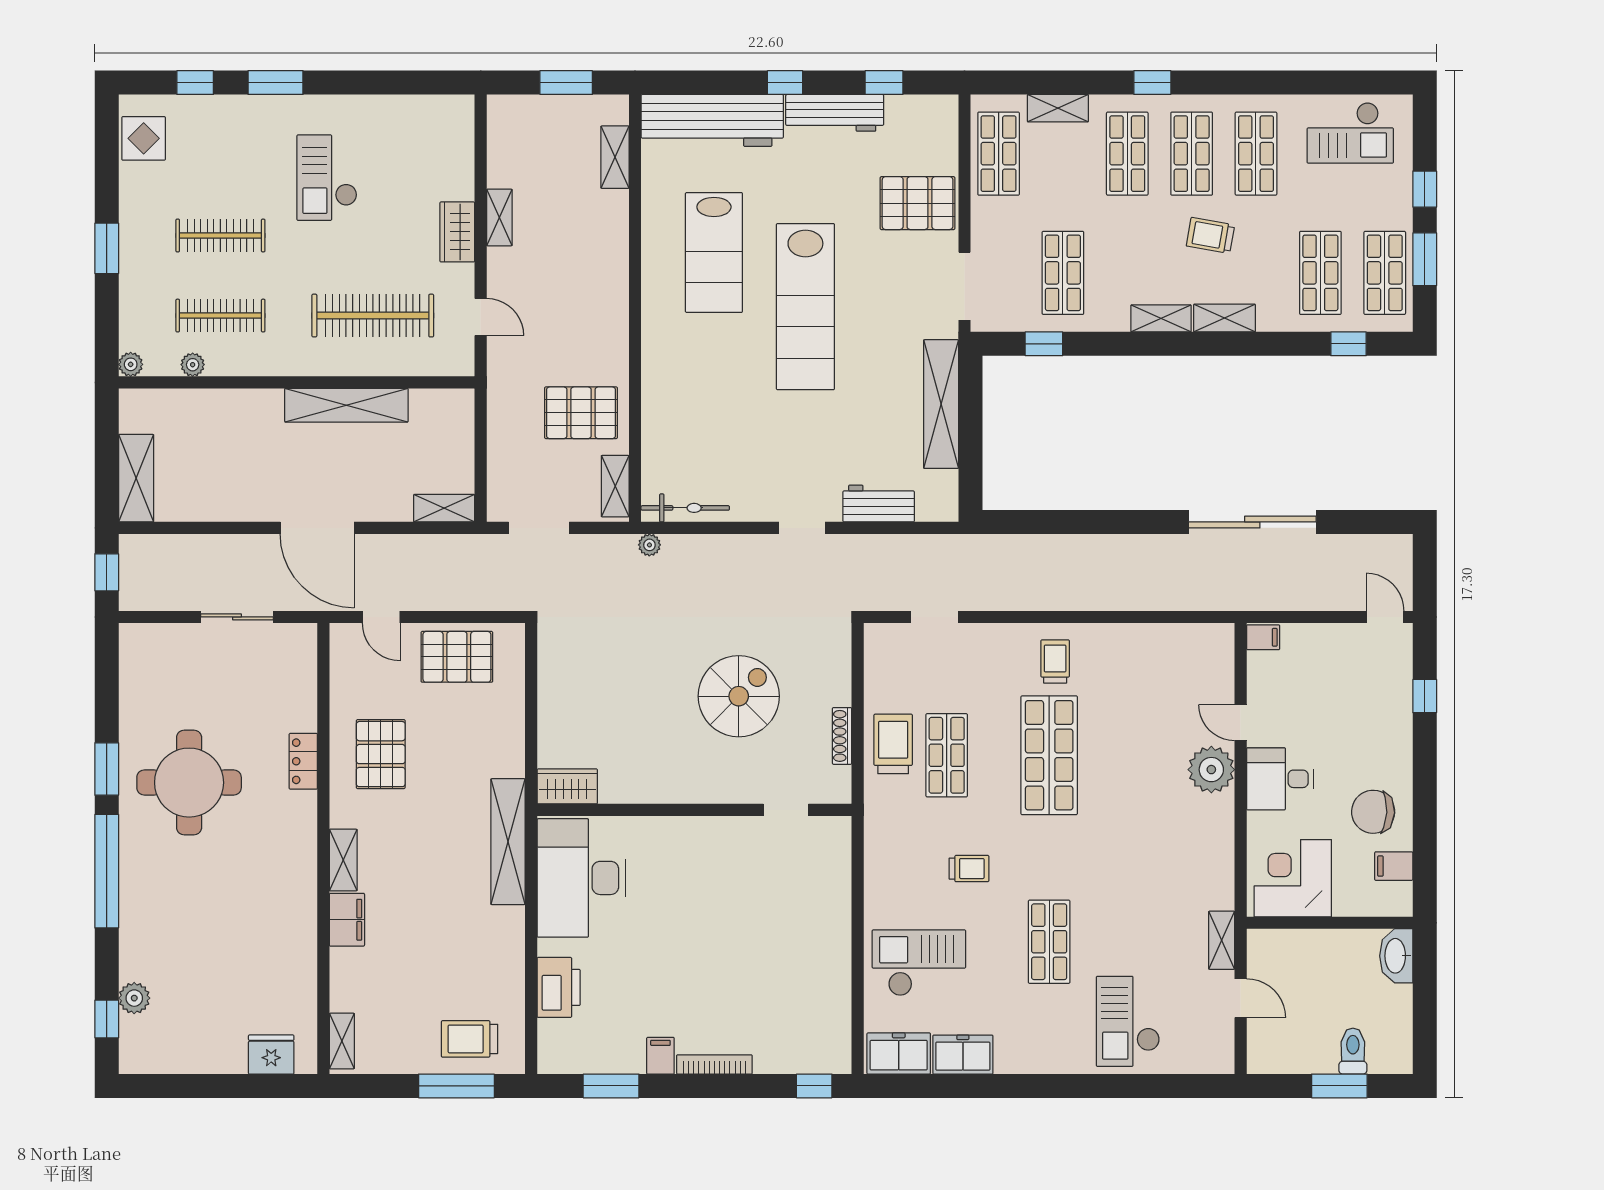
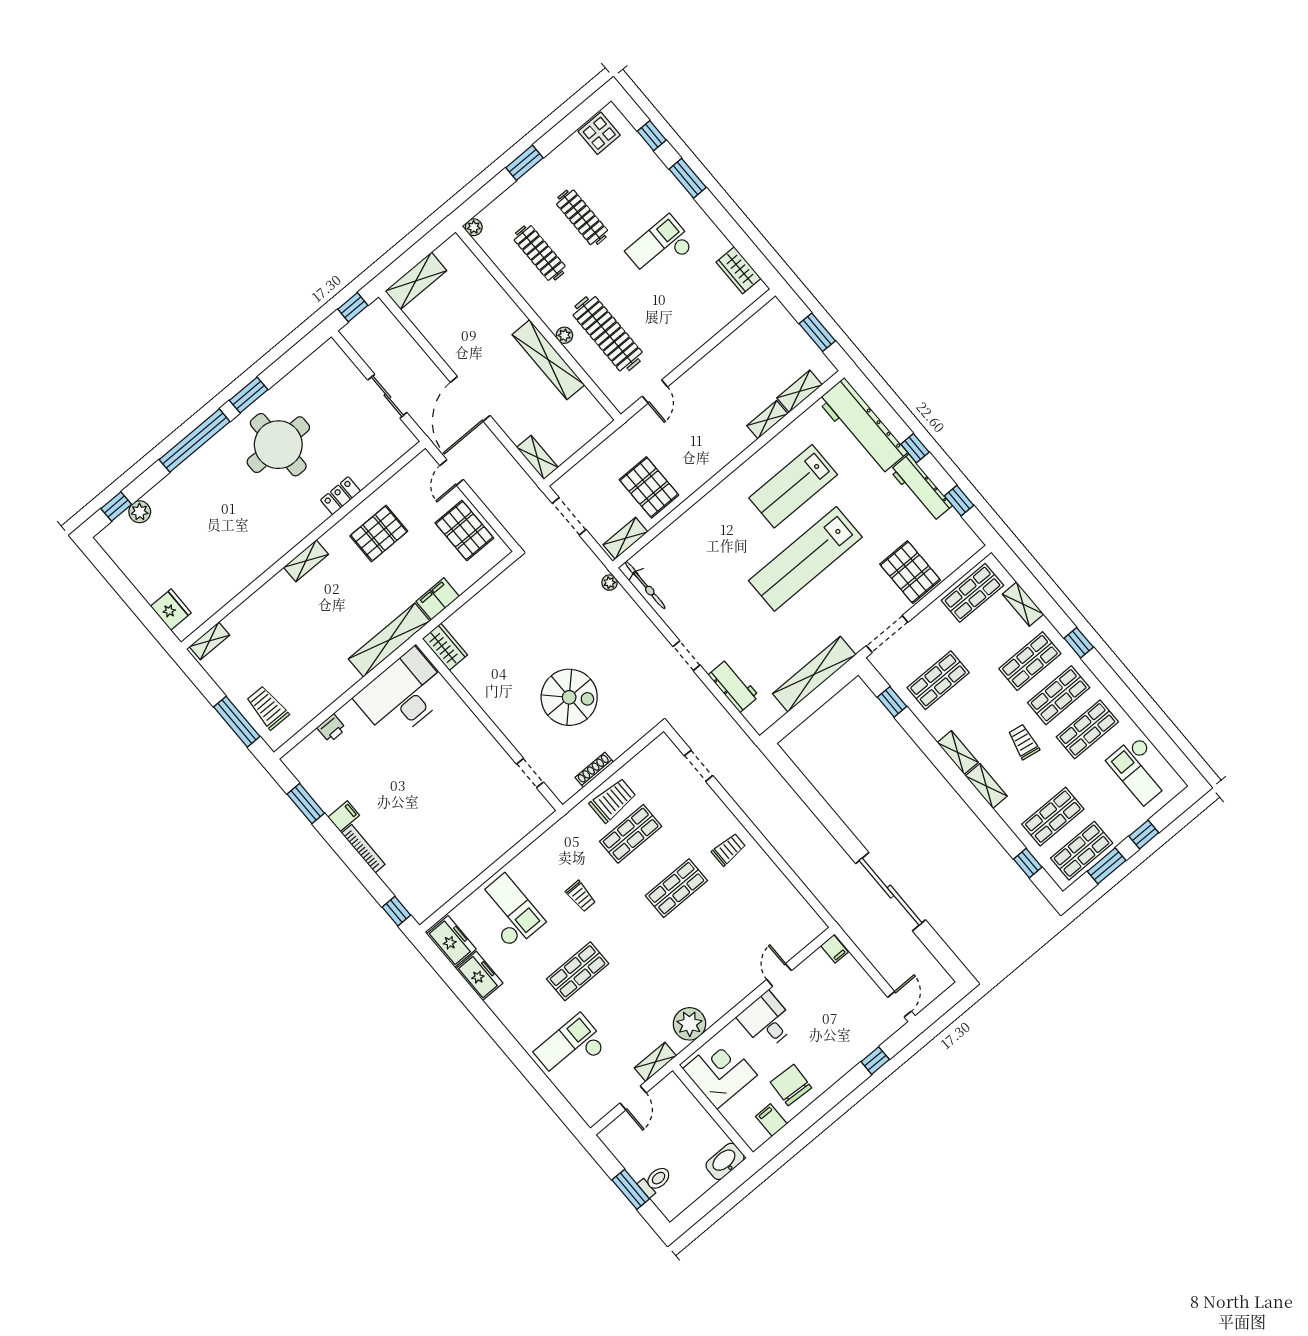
shelving: (499, 217) -> (767, 420), moved
wardrobe: (457, 232) -> (739, 270), moved, turned -90
plant: (193, 365) -> (564, 335), moved
shop shelf: (1049, 755) -> (676, 888), width x0.70, depth x0.74
plant: (1211, 770) -> (689, 1024), moved
filing cabinet: (347, 920) -> (438, 599), moved, turned 180
printer: (559, 987) -> (331, 728), width x0.53, depth x0.68

